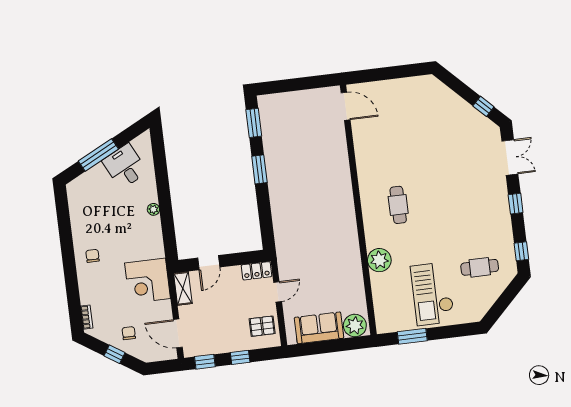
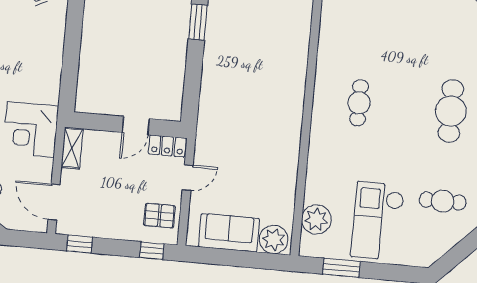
cafe table: (471, 196) -> (451, 111), added
plant: (153, 209) -> (57, 43), removed
plant: (379, 260) -> (316, 219), moved
door: (209, 263) -> (136, 126), moved
window: (240, 357) -> (152, 251), moved

